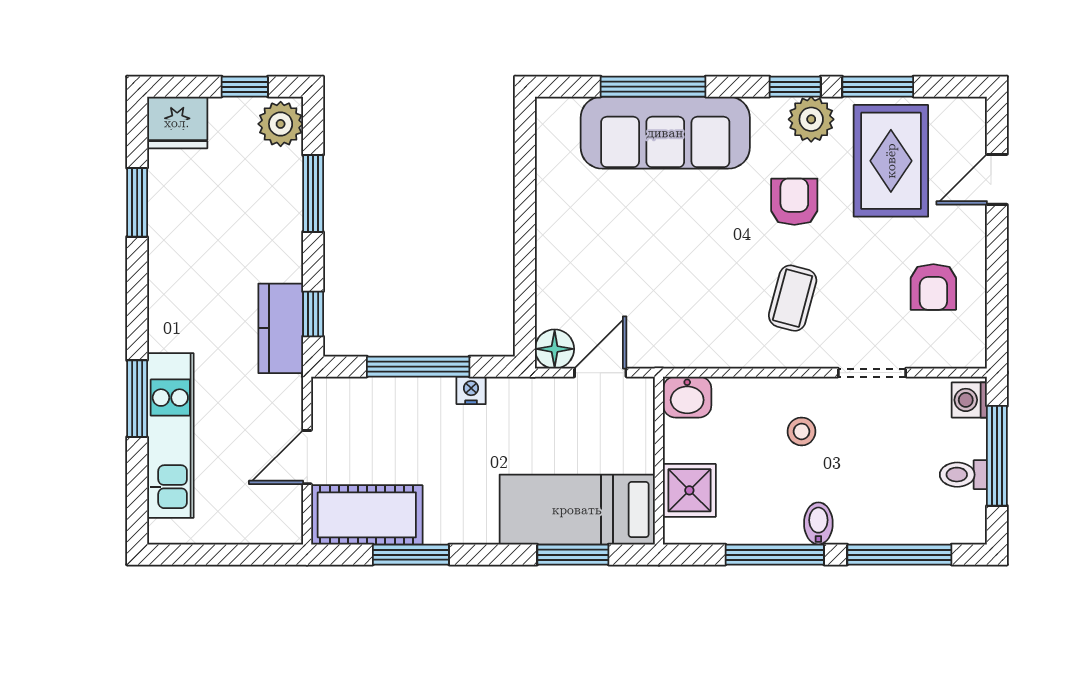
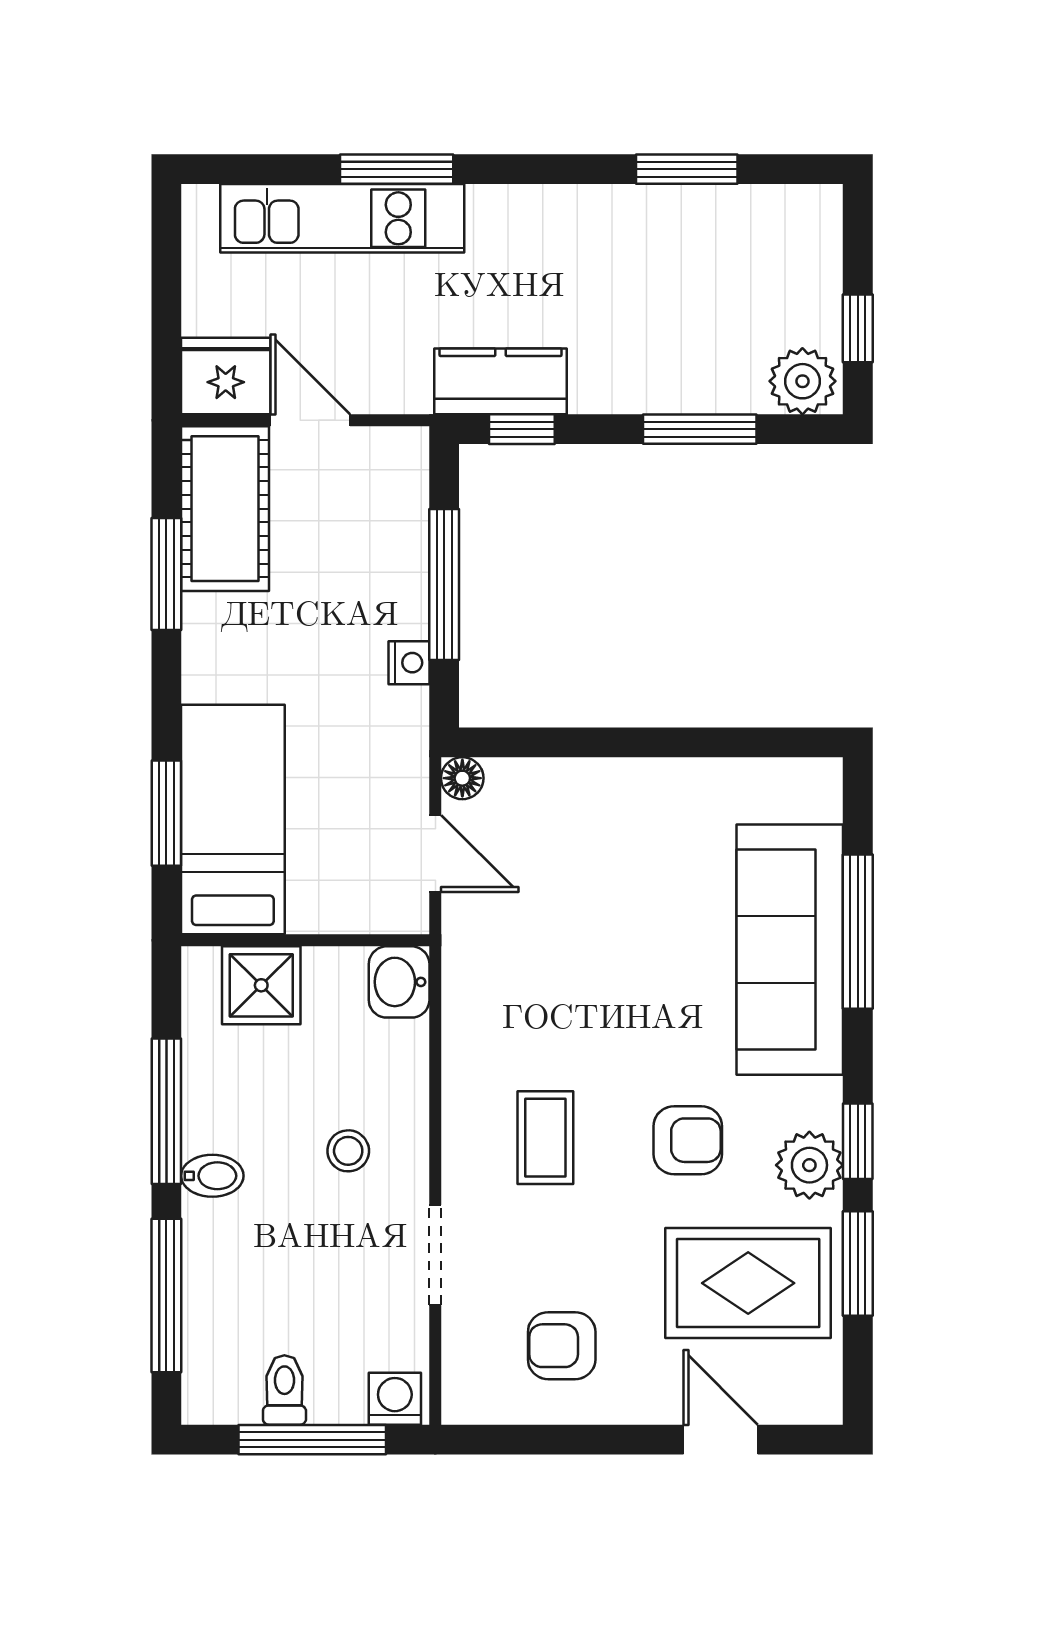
fridge: (177, 123) -> (226, 376), moved, turned 90
coffee table: (793, 298) -> (545, 1138), turned 75
floor lamp: (555, 349) -> (462, 778), width x0.73, depth x0.73

